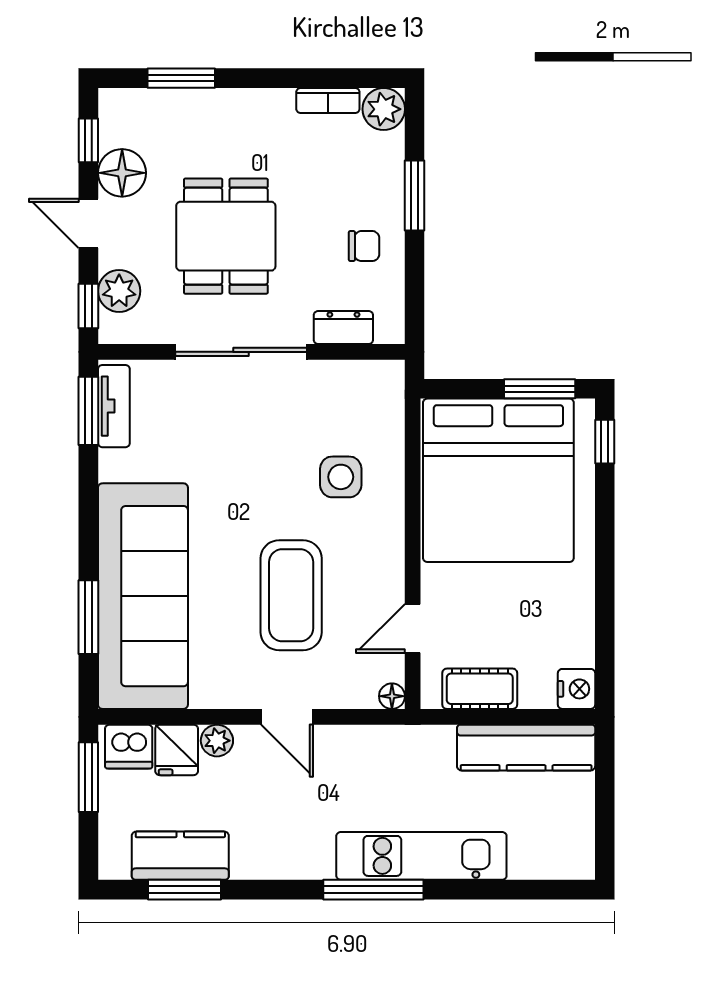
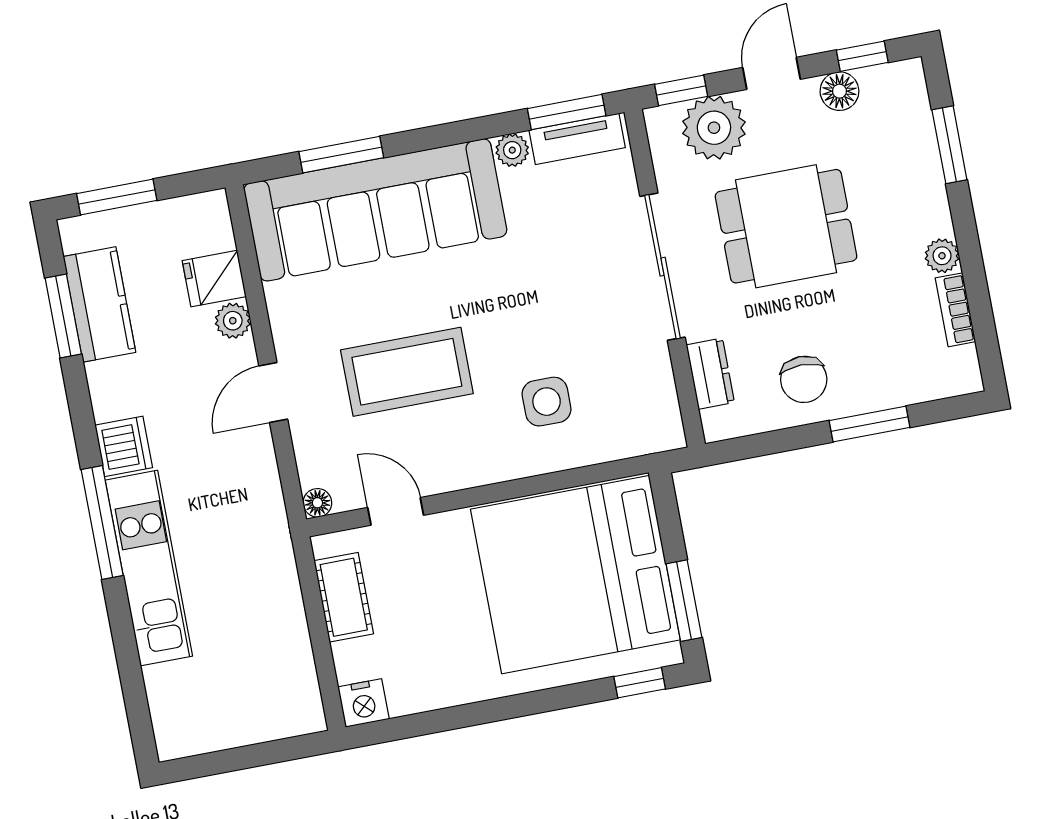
plant: (384, 109) -> (942, 256), moved, width x0.73, depth x0.73
floor lamp: (122, 173) -> (839, 91), width x0.73, depth x0.73
chair: (364, 246) -> (804, 379), width x1.37, depth x1.37
plant: (119, 291) -> (714, 128), width x1.36, depth x1.36
plant: (113, 465) -> (512, 150), added
dishwasher: (129, 747) -> (124, 446), moved, turned 180
kitchen counter: (526, 748) -> (289, 660), removed
window: (88, 777) -> (117, 197), moved

